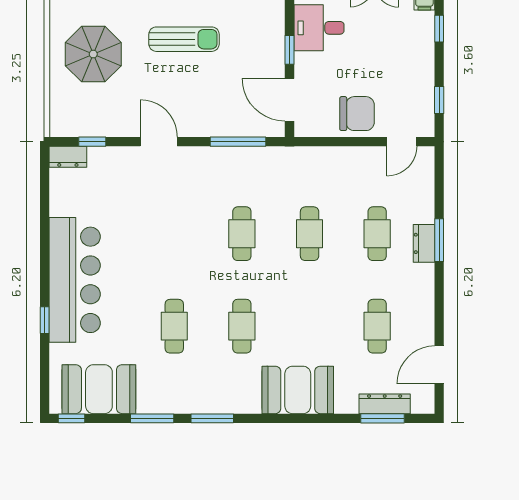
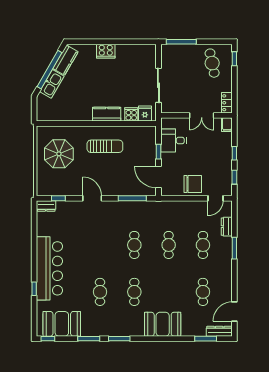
window: (439, 29) -> (234, 153), moved
dresser: (424, 243) -> (227, 227), moved
dresser: (385, 404) -> (219, 331), moved

